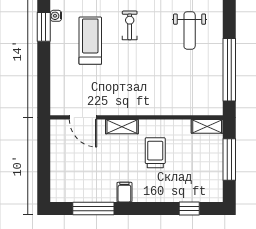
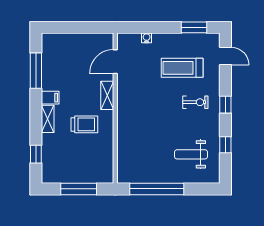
water cooler: (56, 16) -> (147, 38), moved
treadmill: (90, 41) -> (182, 68), turned 180
shelving: (207, 126) -> (48, 119), moved

